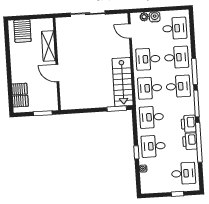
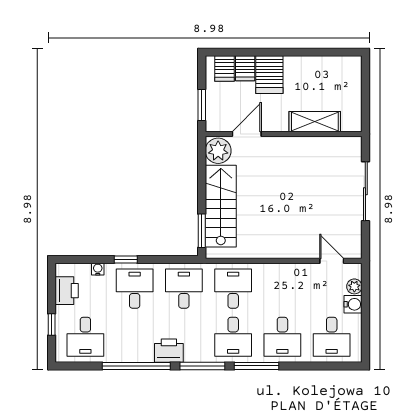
server rack: (22, 31) -> (269, 75), moved, turned -90
door: (130, 31) -> (332, 261), hinge flipped
desk: (148, 59) -> (282, 289), removed
door: (57, 73) -> (247, 134), moved
stairs: (123, 82) -> (221, 206), moved, turned 90
plant: (69, 102) -> (218, 151), added
printer: (190, 141) -> (67, 291), moved, turned 90

